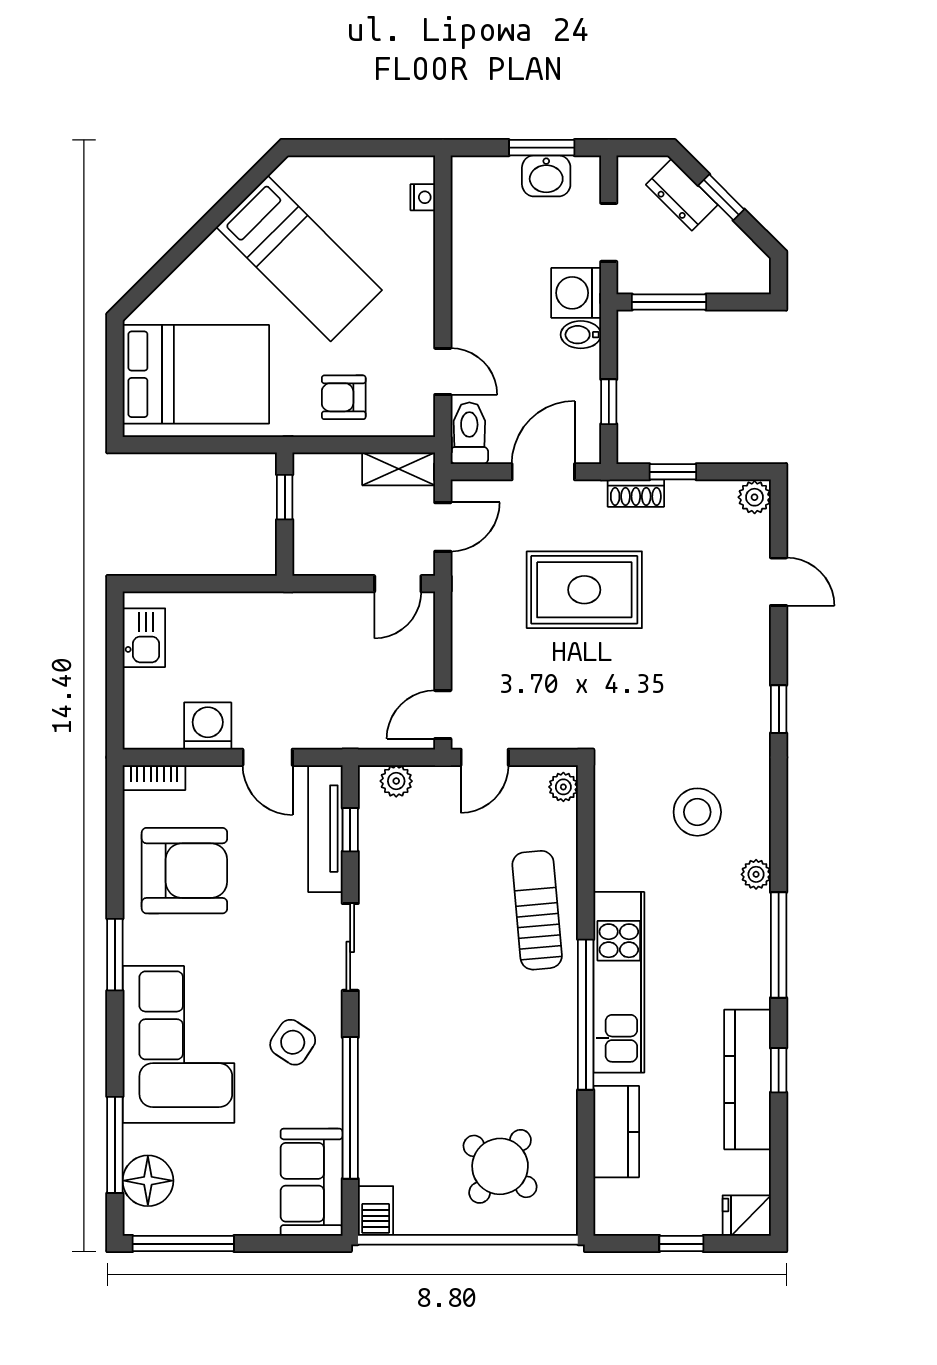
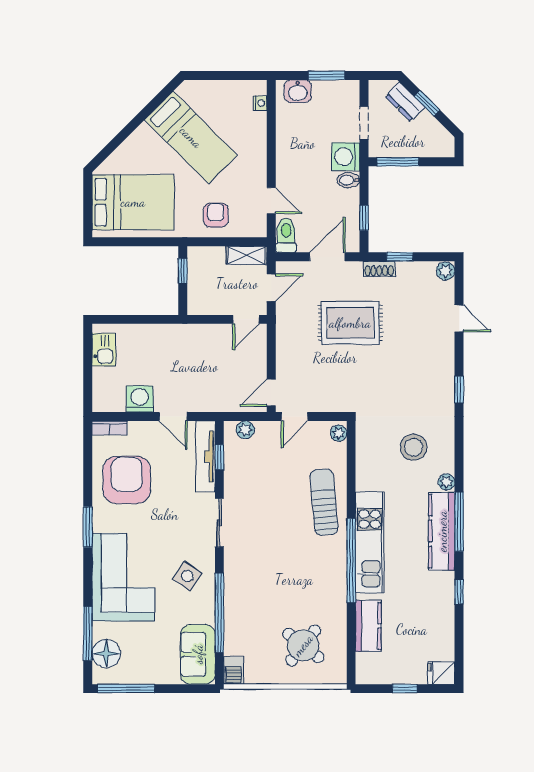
washbasin: (546, 176) -> (298, 91), moved
armchair: (344, 397) -> (216, 215), turned 90
armchair: (184, 871) -> (127, 480), turned -90
kitchen counter: (748, 1079) -> (442, 531), moved

